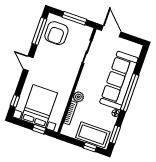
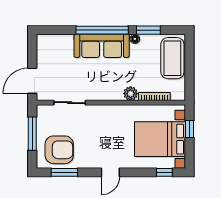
window: (39, 31) -> (64, 172), width x0.69
sofa: (119, 81) -> (102, 46), width x0.74, depth x0.79
window: (115, 135) -> (148, 30), moved
window: (90, 147) -> (189, 56), removed

